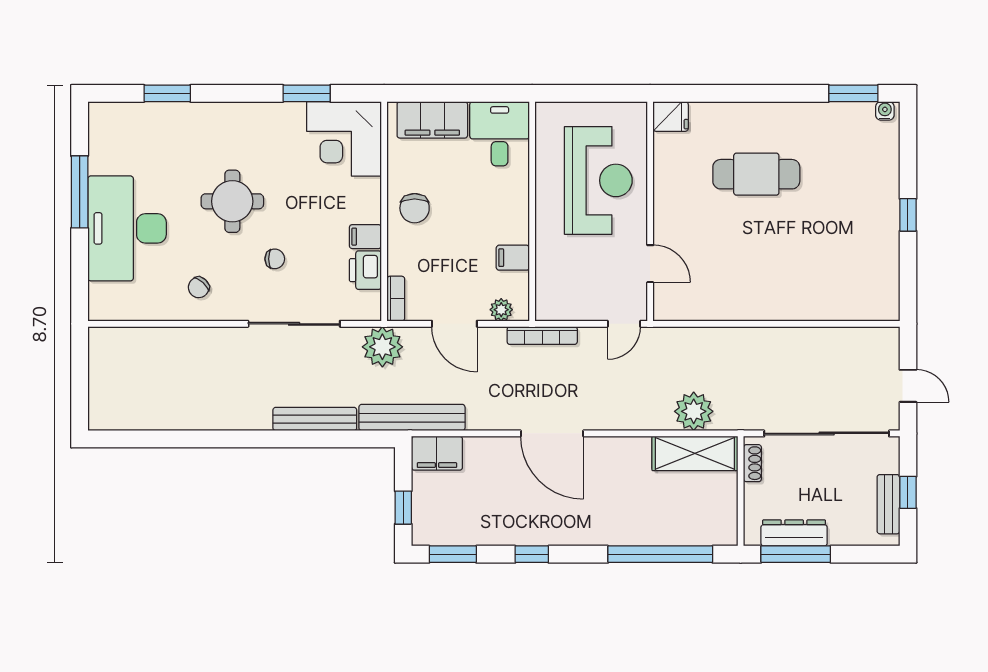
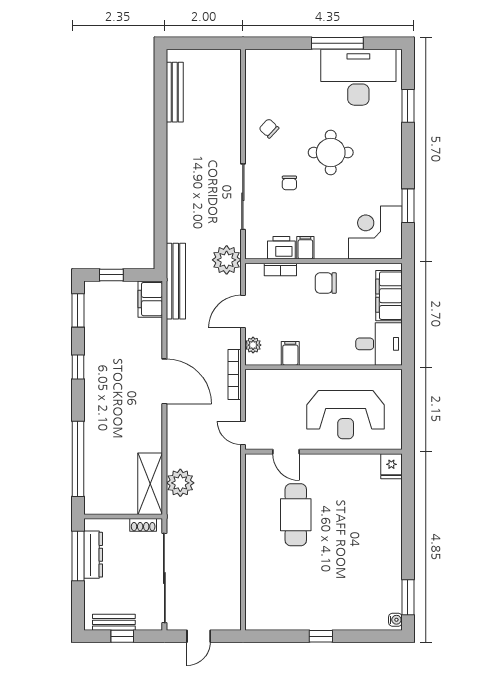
cafe table: (756, 174) -> (296, 515), moved
desk: (127, 228) -> (358, 77), moved
door: (650, 264) -> (286, 452), hinge flipped
bookcase: (396, 299) -> (280, 270), moved
bench: (315, 419) -> (175, 92), moved
door: (552, 433) -> (164, 381), swing flipped

